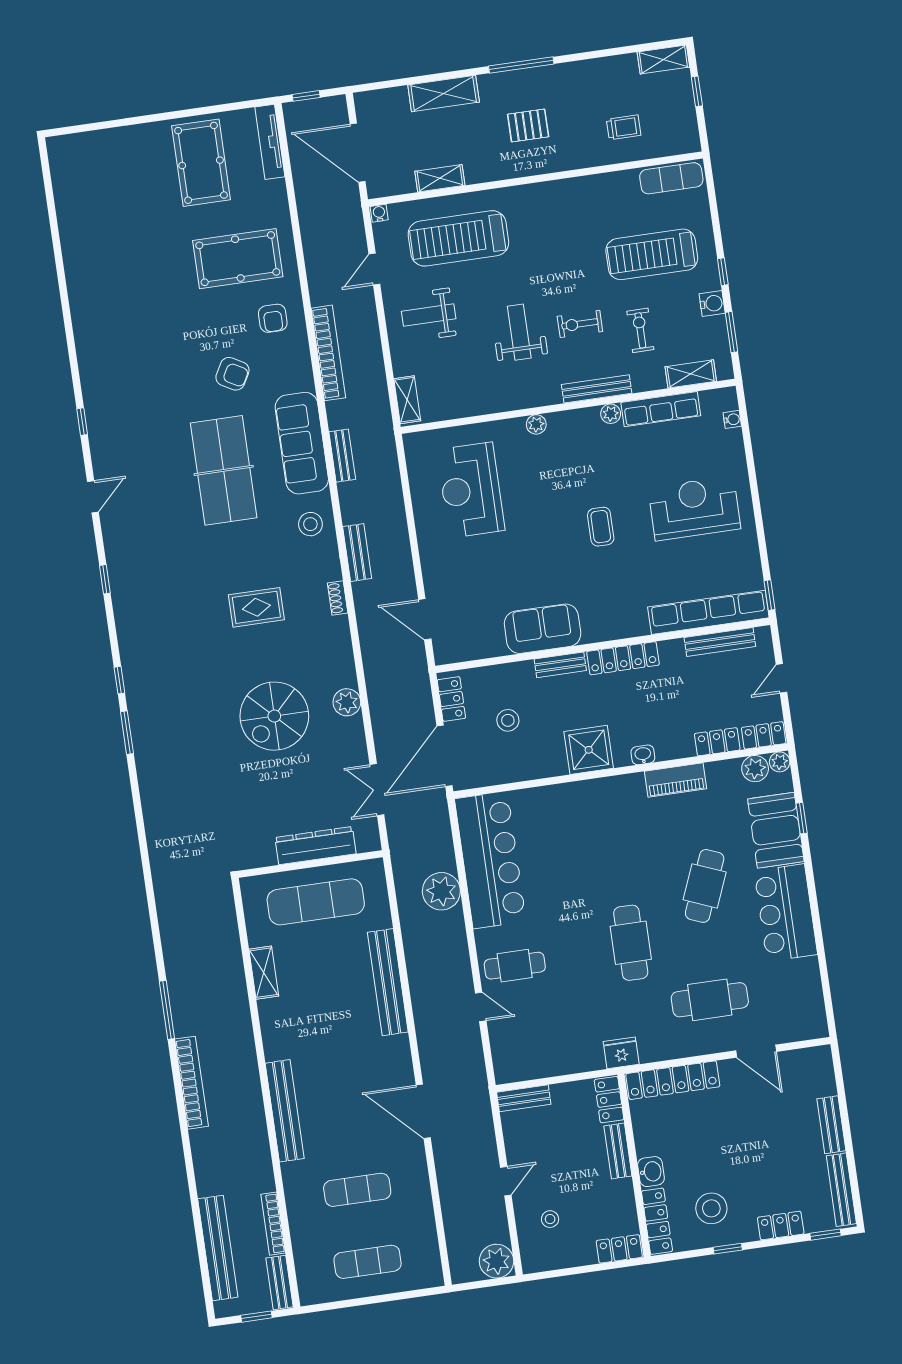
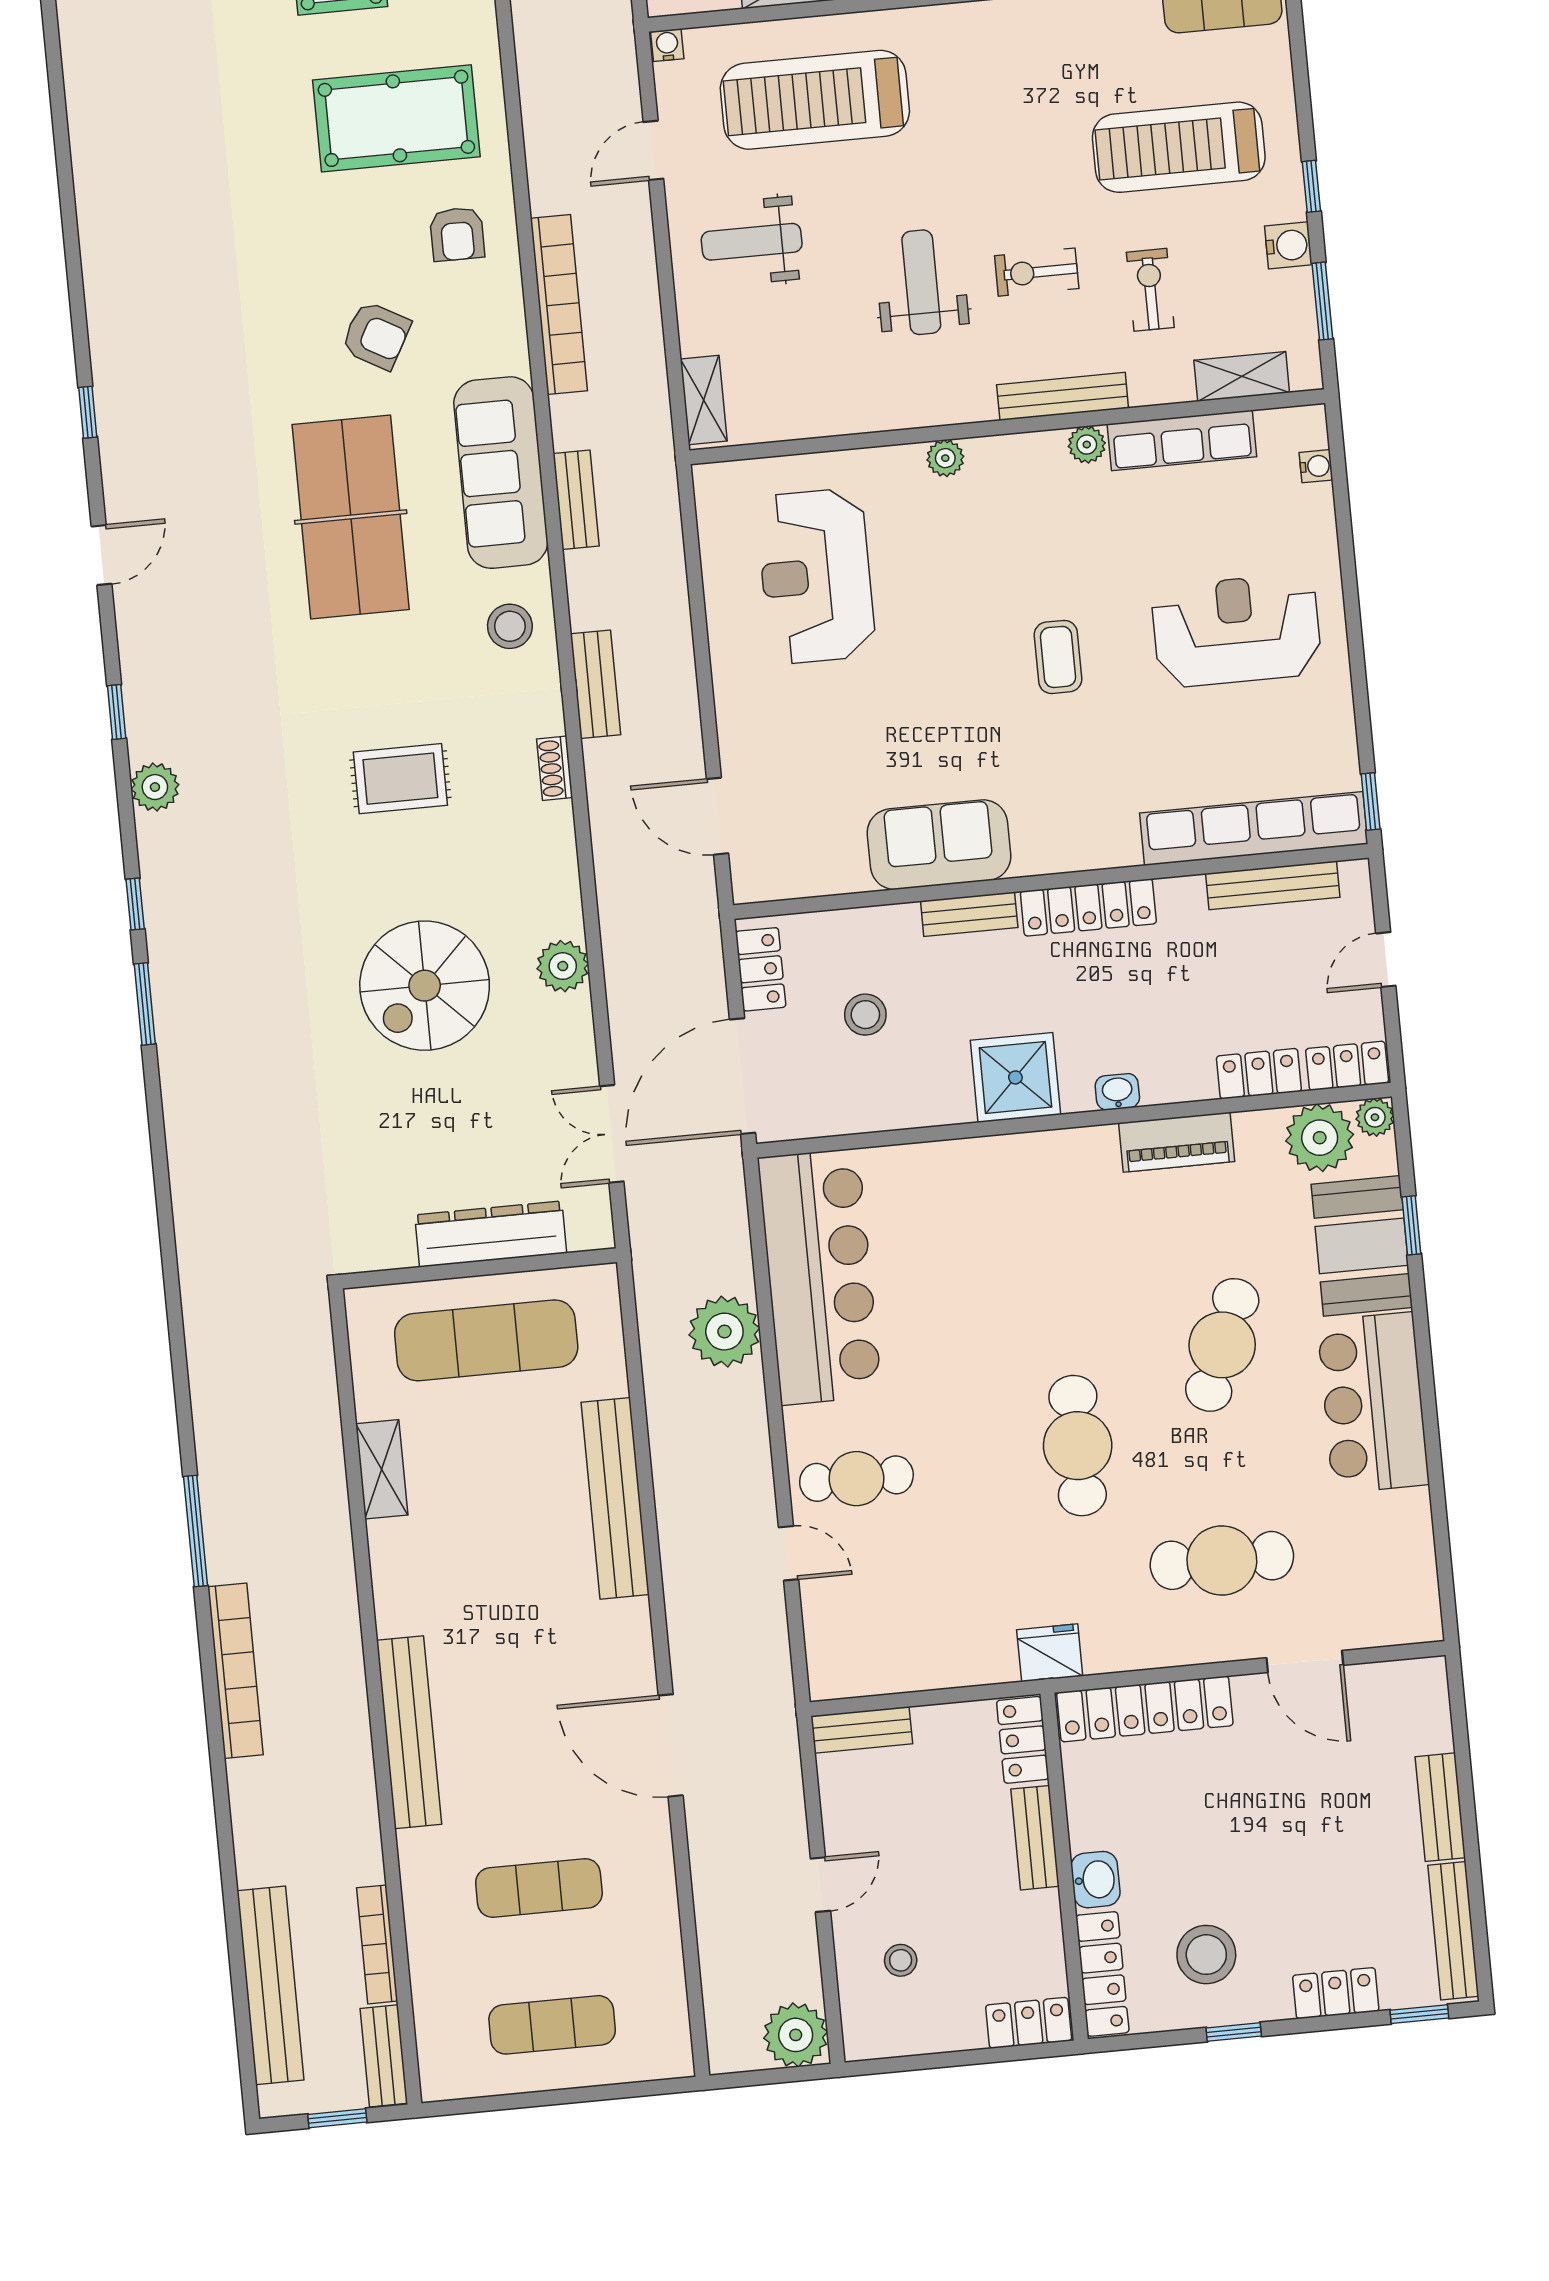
plant: (127, 618) -> (155, 787), added
plant: (755, 769) -> (1320, 1138), width x1.36, depth x1.36

